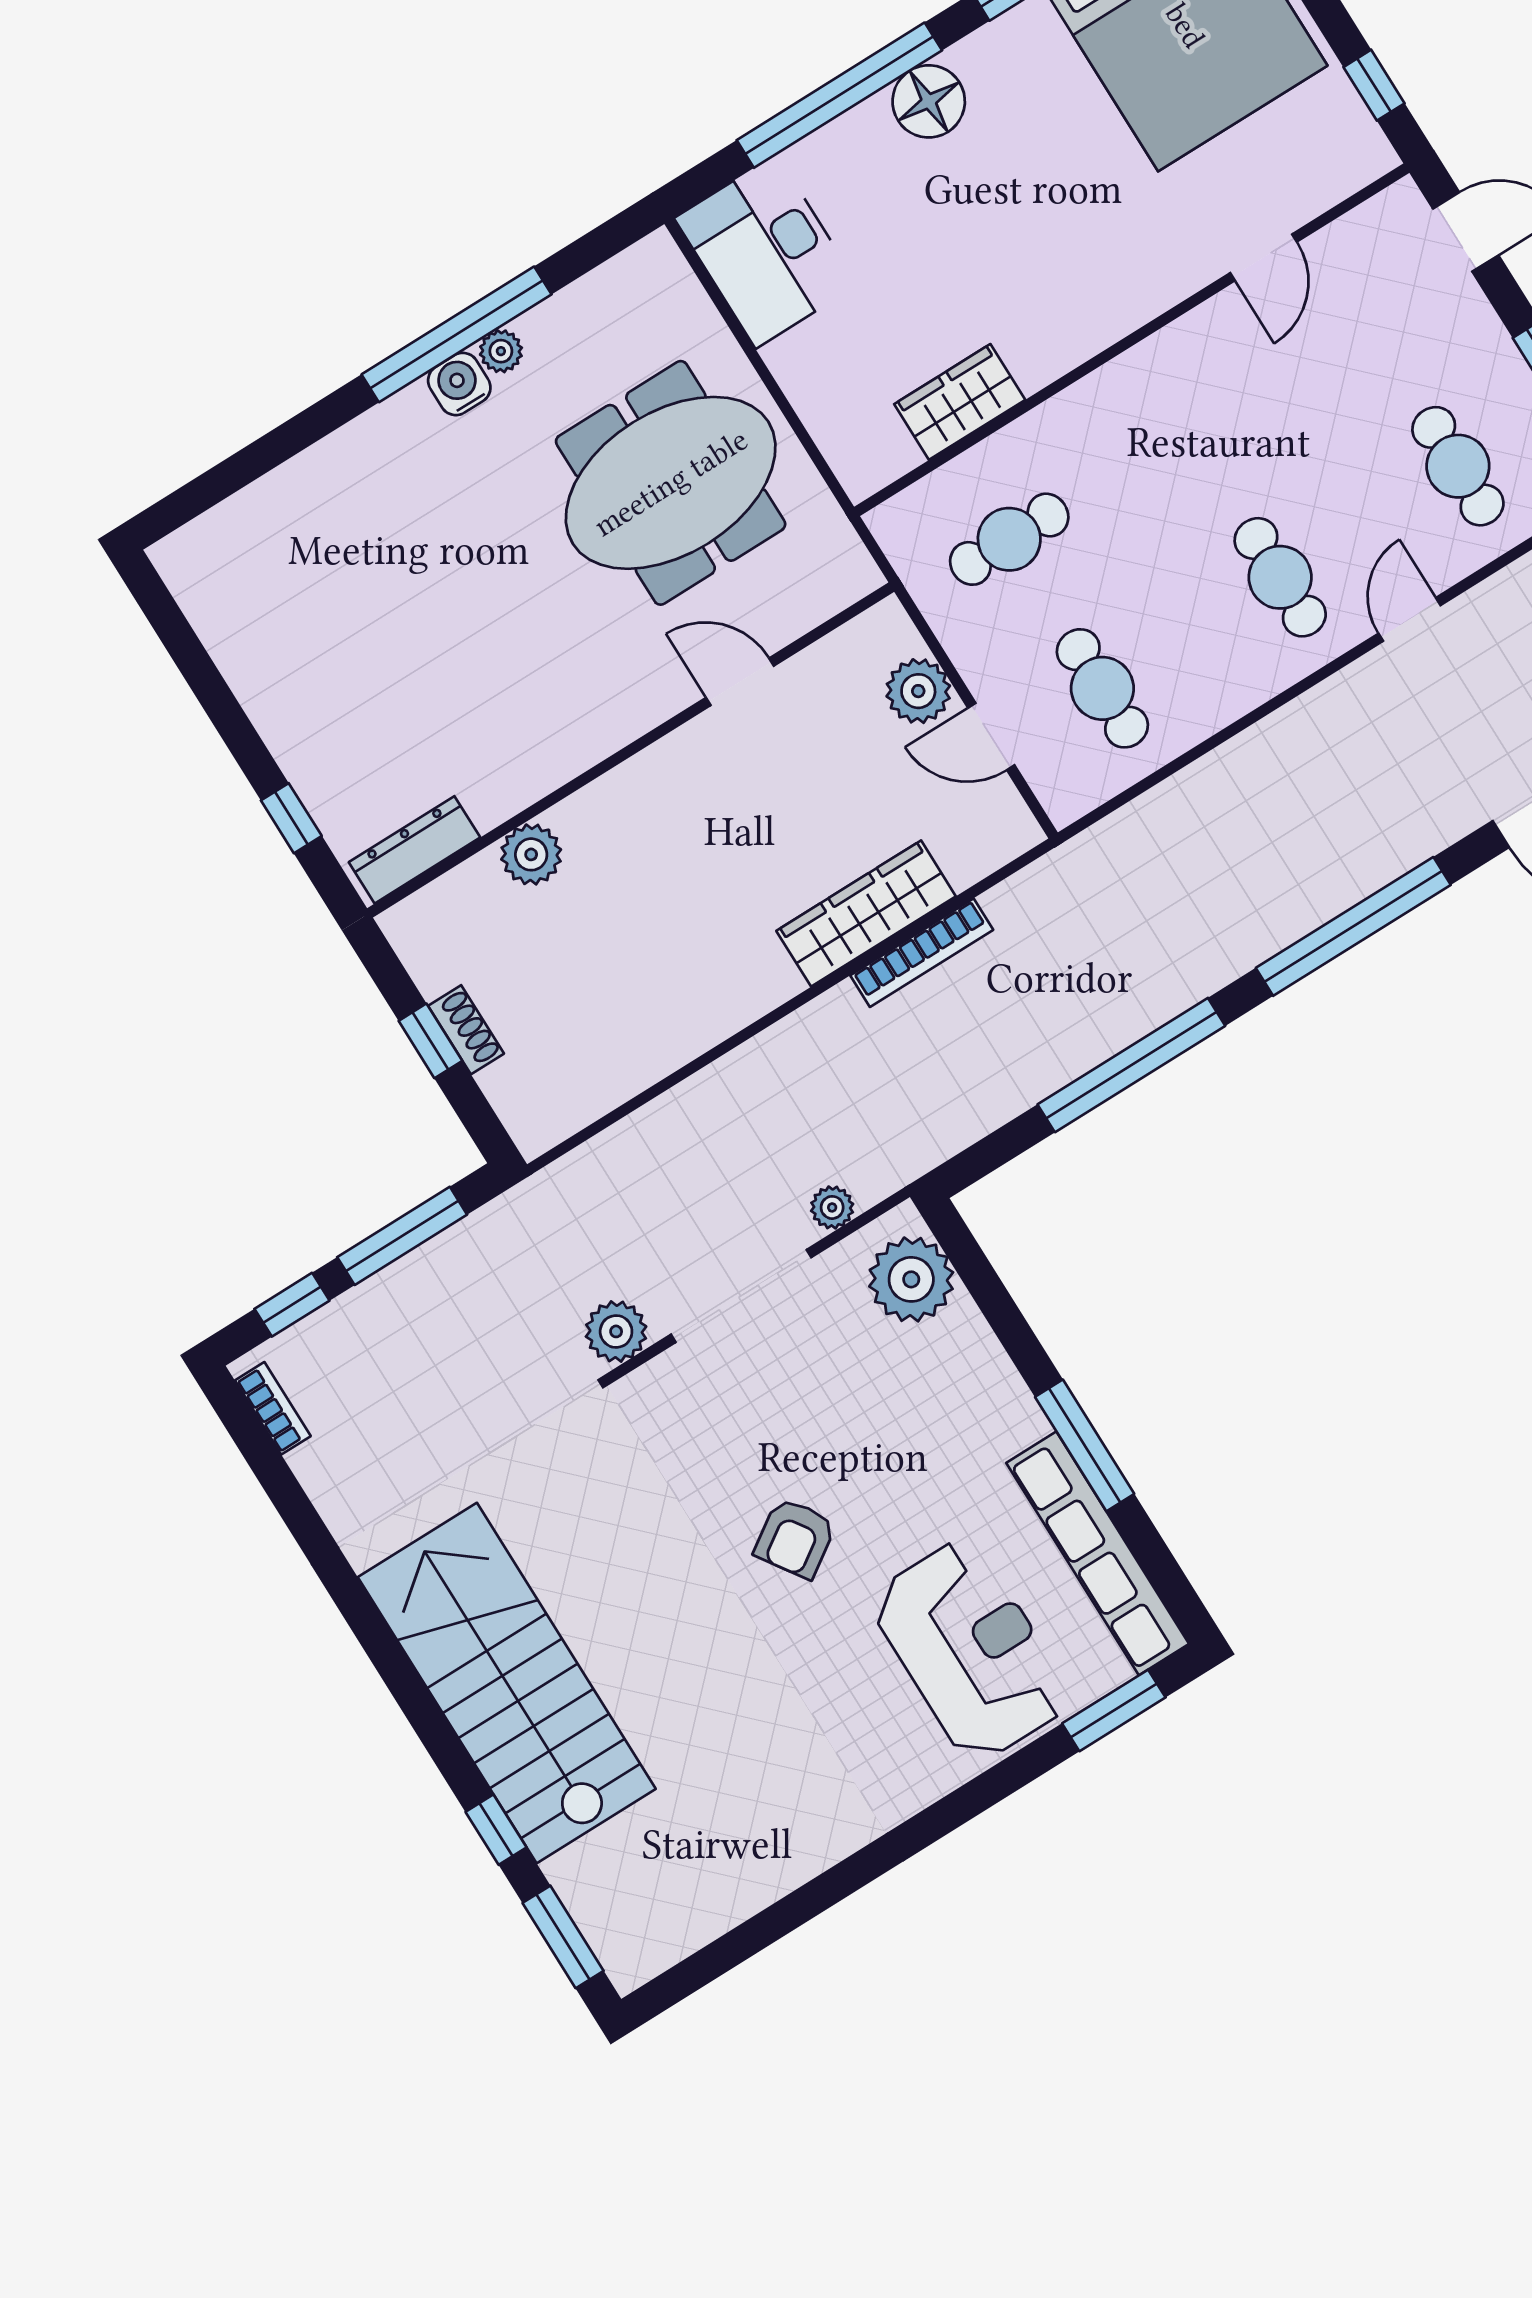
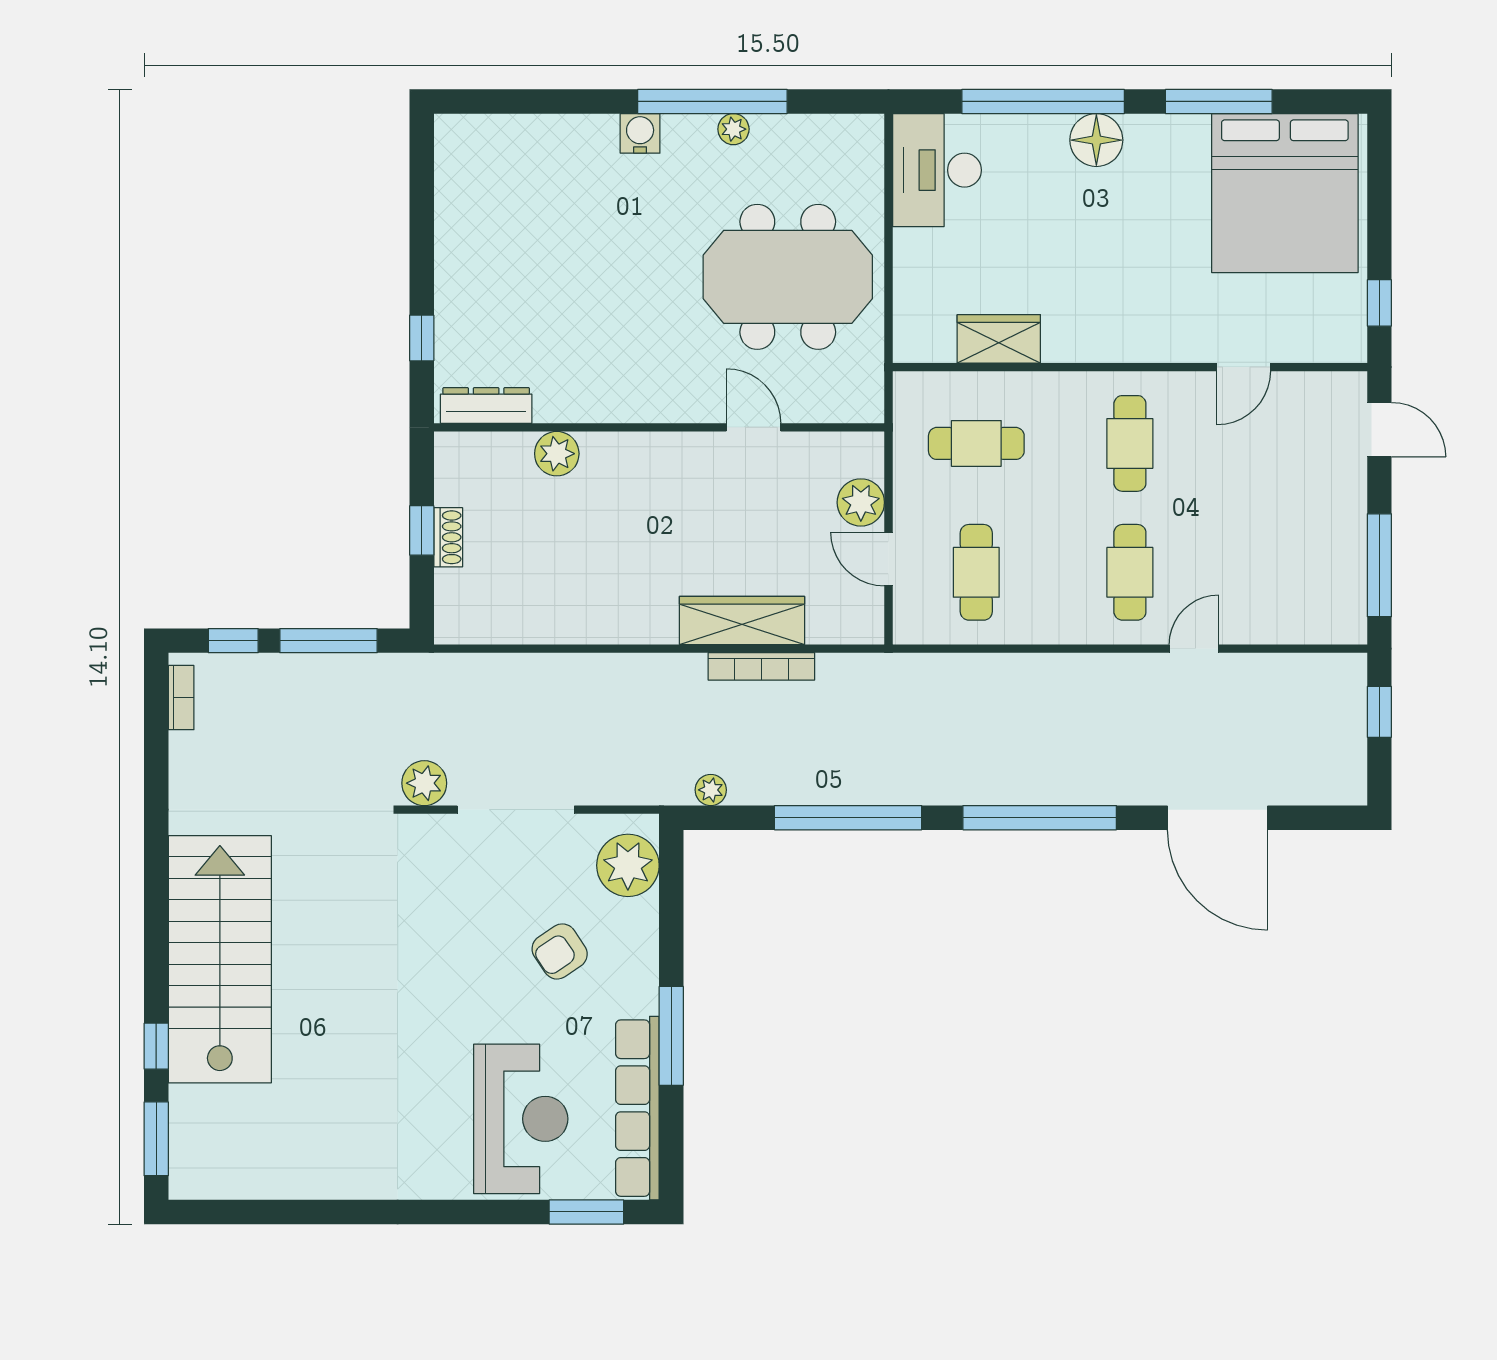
water cooler: (459, 384) -> (640, 133), moved
cafe table: (1458, 466) -> (1130, 443), moved
plant: (832, 1207) -> (711, 790), moved
armchair: (795, 1538) -> (560, 951), moved

